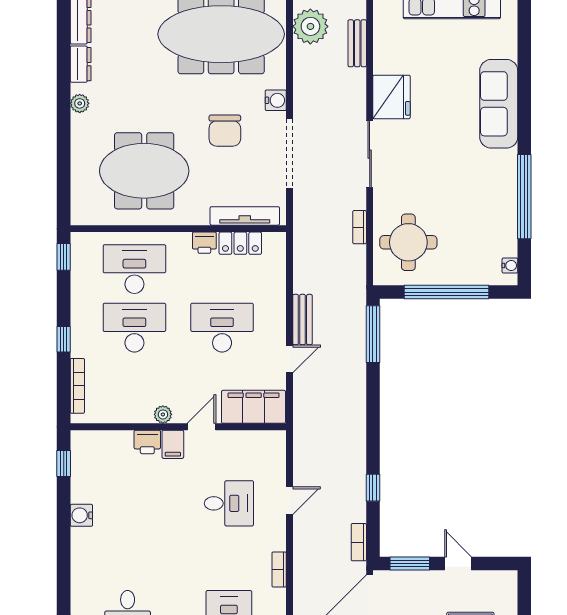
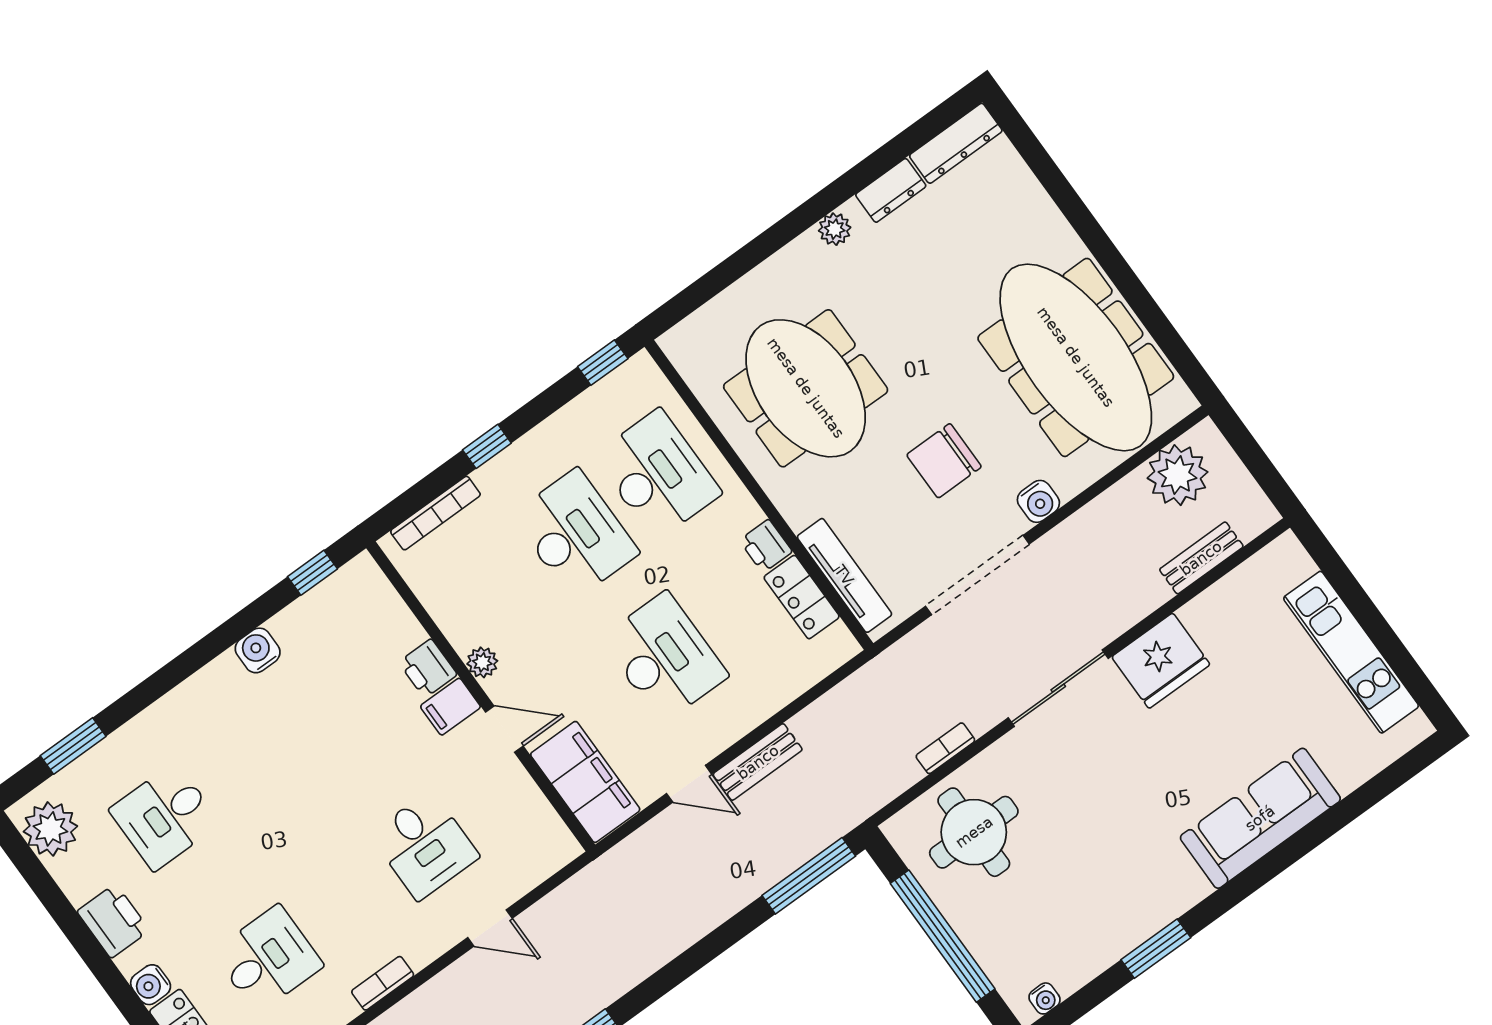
window: (524, 197) -> (1156, 949), width x0.47

